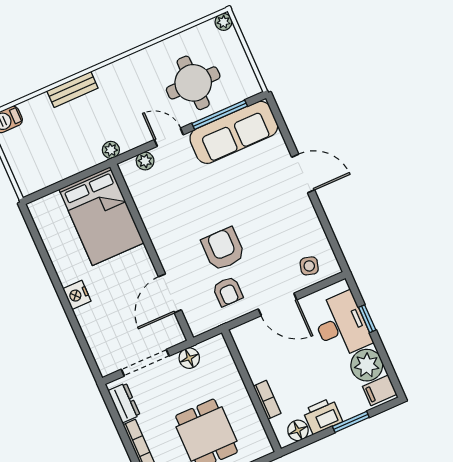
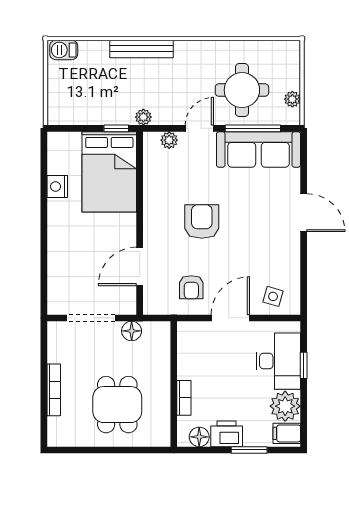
plant: (224, 22) -> (292, 99), moved
bench: (72, 89) -> (141, 49), width x1.36
door: (169, 137) -> (199, 128), hinge flipped
window: (90, 172) -> (116, 128), added
armchair: (223, 249) -> (202, 222), moved
nightstand: (77, 295) -> (57, 187), moved
door: (278, 304) -> (230, 318), swing flipped
dresser: (124, 403) -> (57, 345), removed

